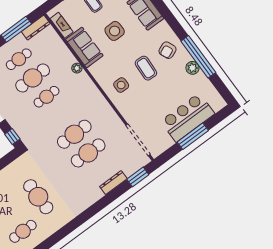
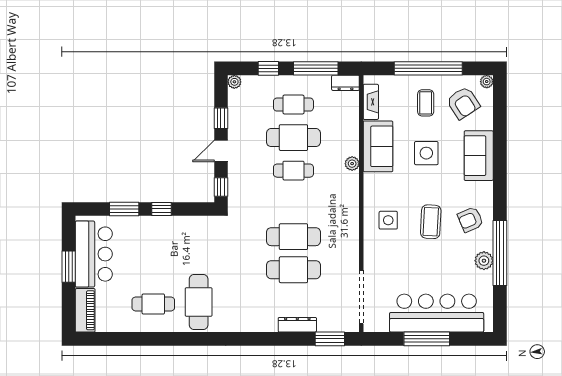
dresser: (36, 28) -> (345, 83), width x0.70
bar counter: (188, 117) -> (437, 313), width x1.36
cafe table: (38, 197) -> (199, 302), moved

